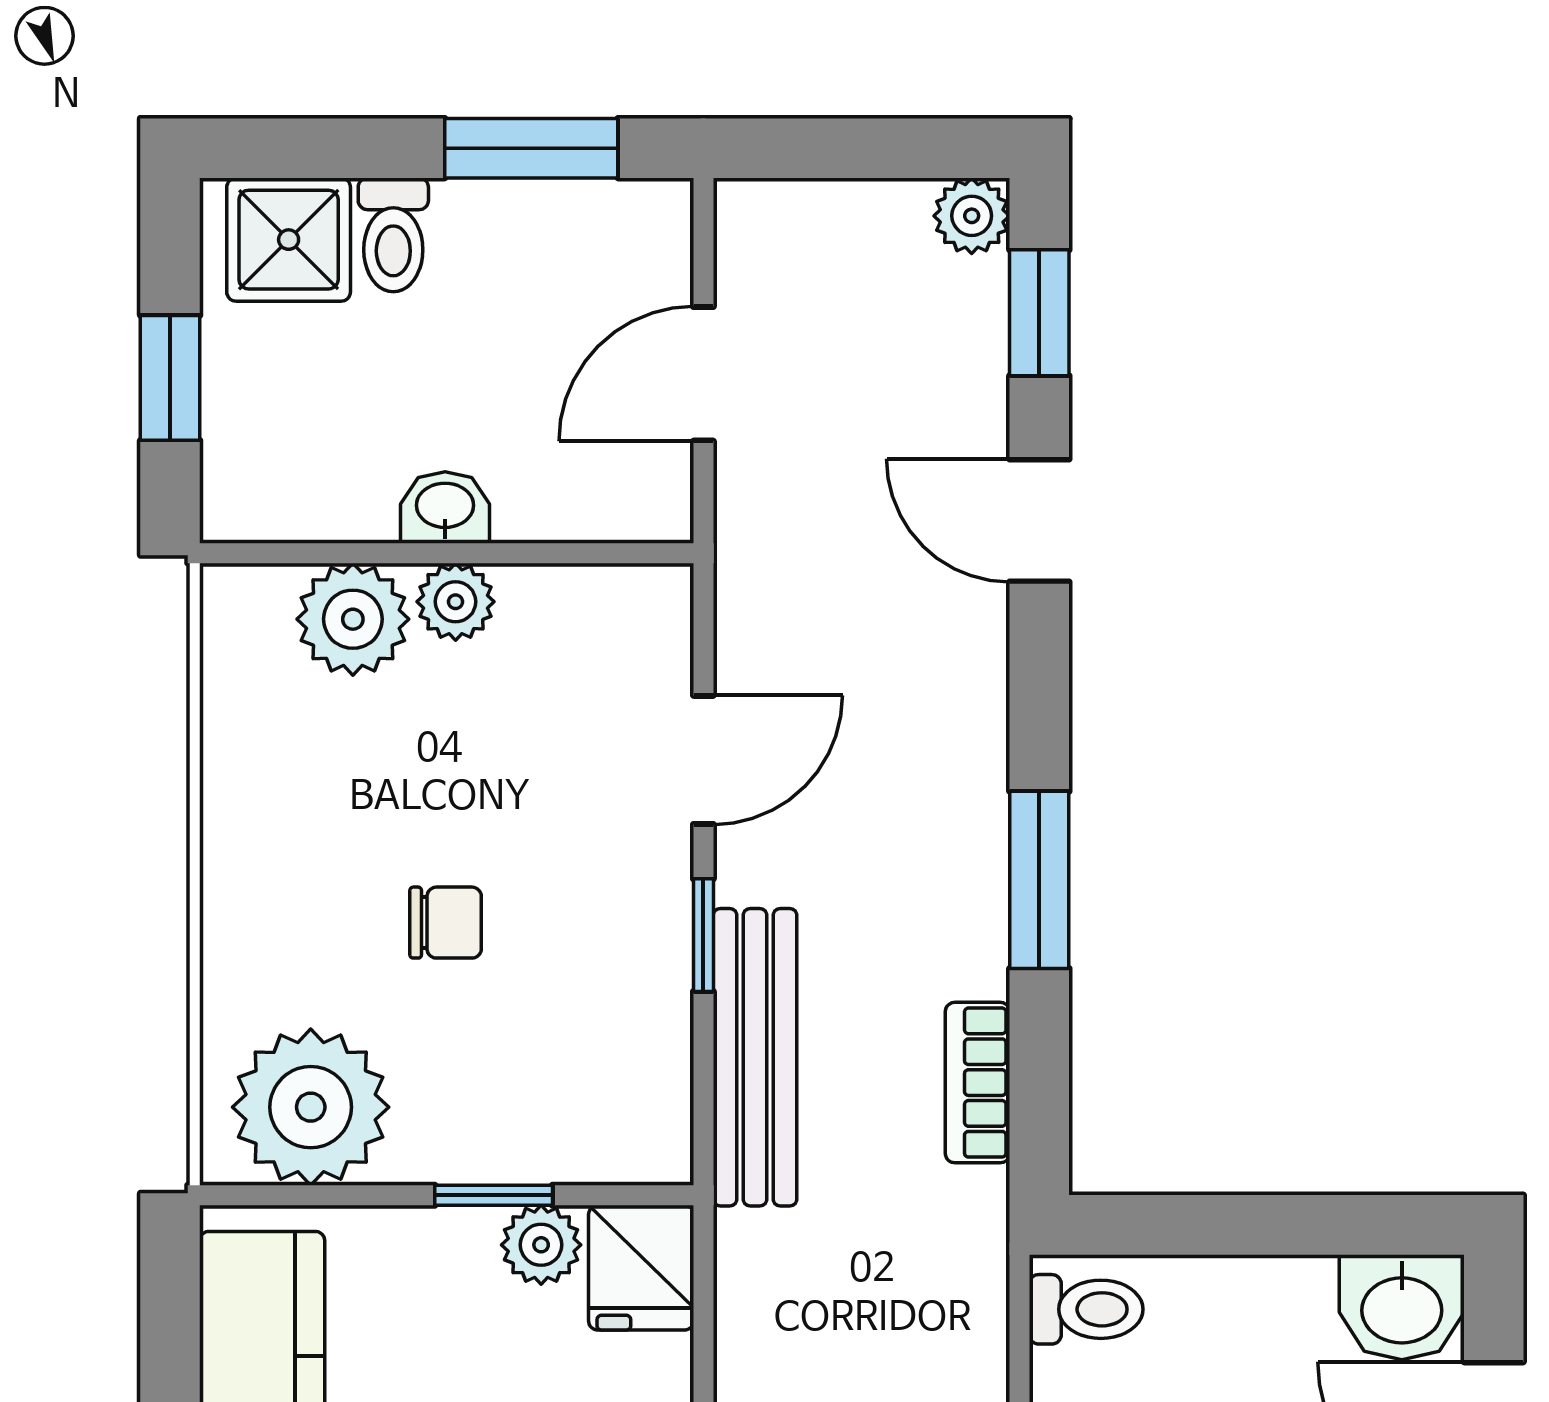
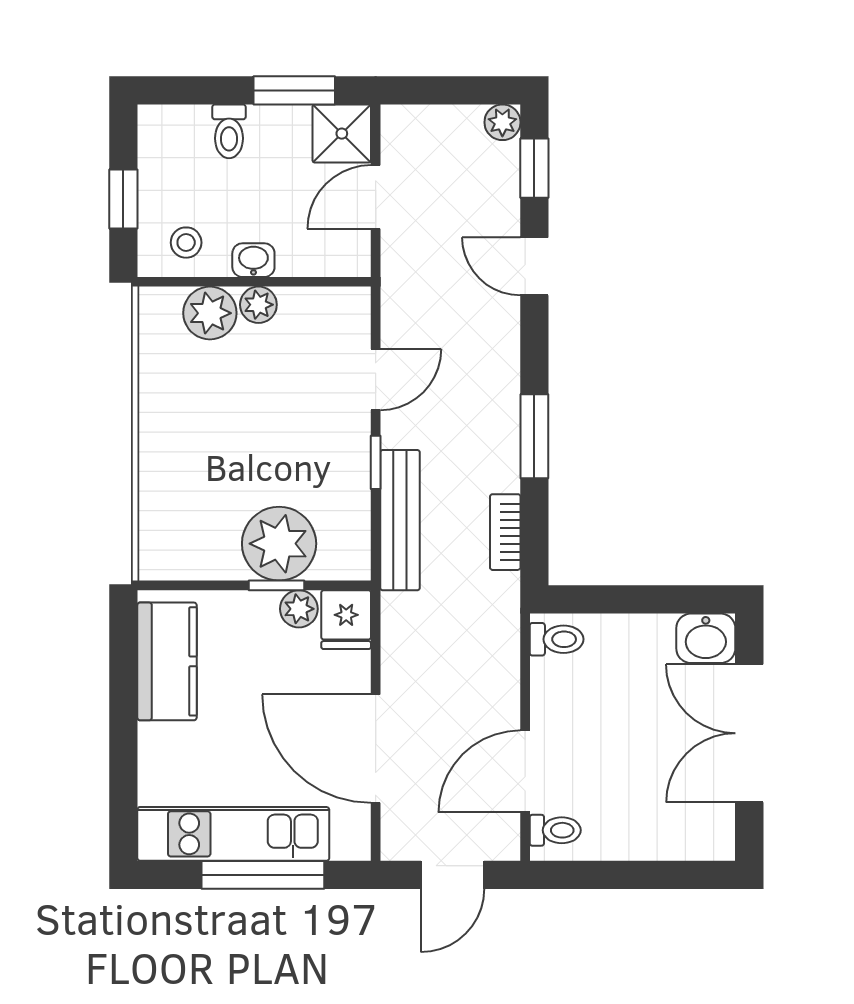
shower: (289, 240) -> (342, 134), moved
stool: (302, 470) -> (186, 243), added
chair: (446, 923) -> (254, 456), removed
plant: (311, 1107) -> (279, 544), moved

